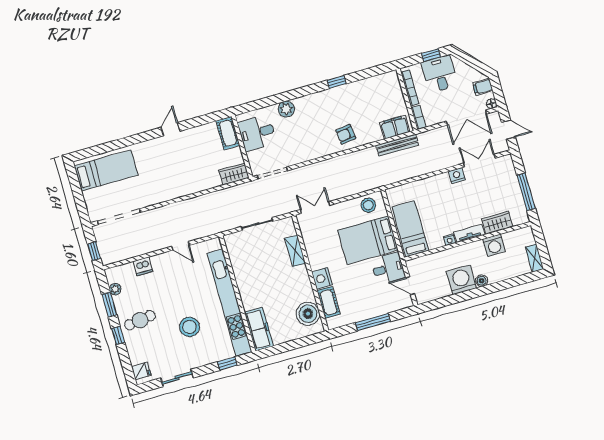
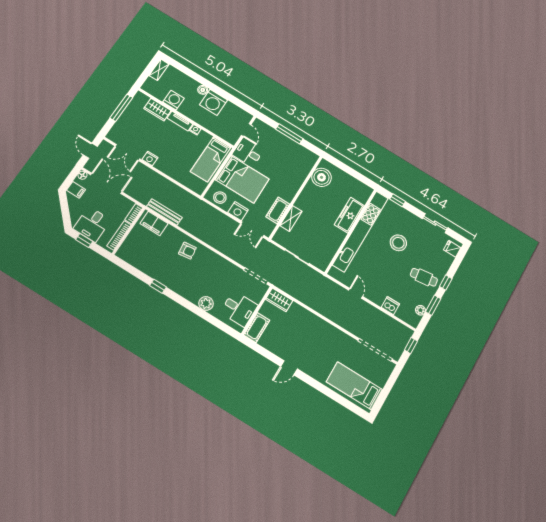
nightstand: (322, 278) -> (238, 211), moved, turned 90
cot: (328, 302) -> (278, 211), moved
freezer: (259, 329) -> (349, 215), moved

